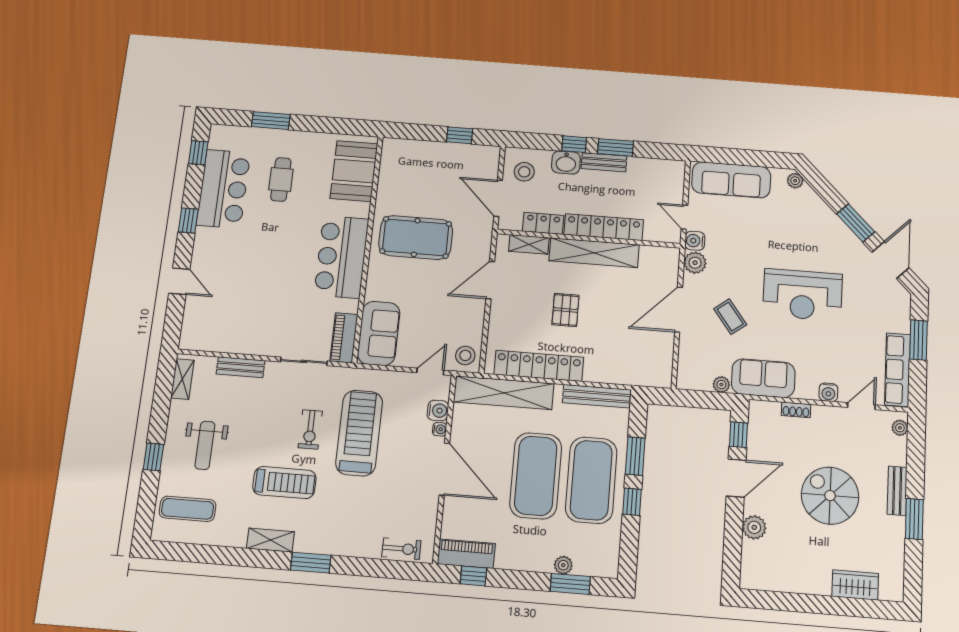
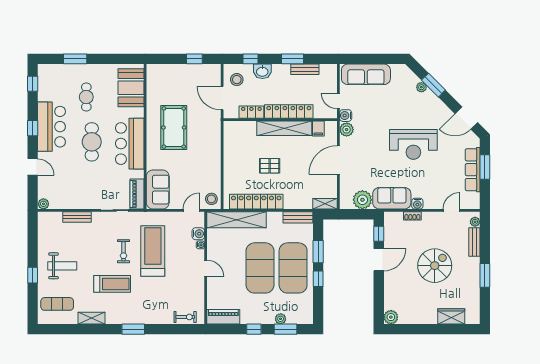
window: (574, 144) -> (250, 59), moved
bench: (604, 162) -> (305, 69), moved
plant: (795, 181) -> (421, 87), moved
bar counter: (223, 189) -> (52, 127), moved
window: (856, 223) -> (433, 85), moved
pool table: (416, 237) -> (174, 128), turned 90
shelving: (529, 244) -> (325, 204), moved
cafe table: (281, 249) -> (92, 142), added
filing cabinet: (649, 257) -> (318, 129), added
door: (890, 260) -> (466, 118), swing flipped
door: (490, 280) -> (222, 151), removed
pallet: (566, 310) -> (270, 166), turned 90
coffee table: (730, 317) -> (370, 162), removed
plant: (188, 341) -> (43, 204), added
row of seats: (898, 370) -> (473, 170), moved
shelving: (182, 379) -> (43, 227), removed
plant: (721, 385) -> (362, 200), width x1.88, depth x1.88
water cooler: (828, 392) -> (417, 204), moved
bench: (597, 396) -> (298, 217), width x0.73
weight bench: (205, 445) -> (62, 266), turned -90
door: (444, 469) -> (206, 268), width x0.53
bench: (897, 491) -> (474, 242), moved
spiral stairs: (830, 496) -> (435, 266), turned 90
plant: (754, 527) -> (391, 317), moved
shelving: (270, 540) -> (91, 318), moved
window: (473, 576) -> (254, 329), moved

